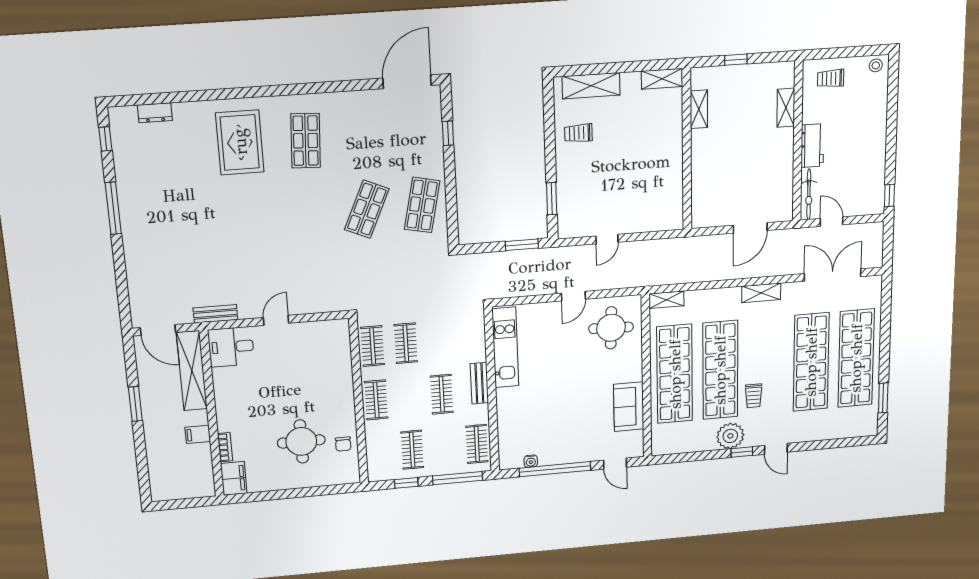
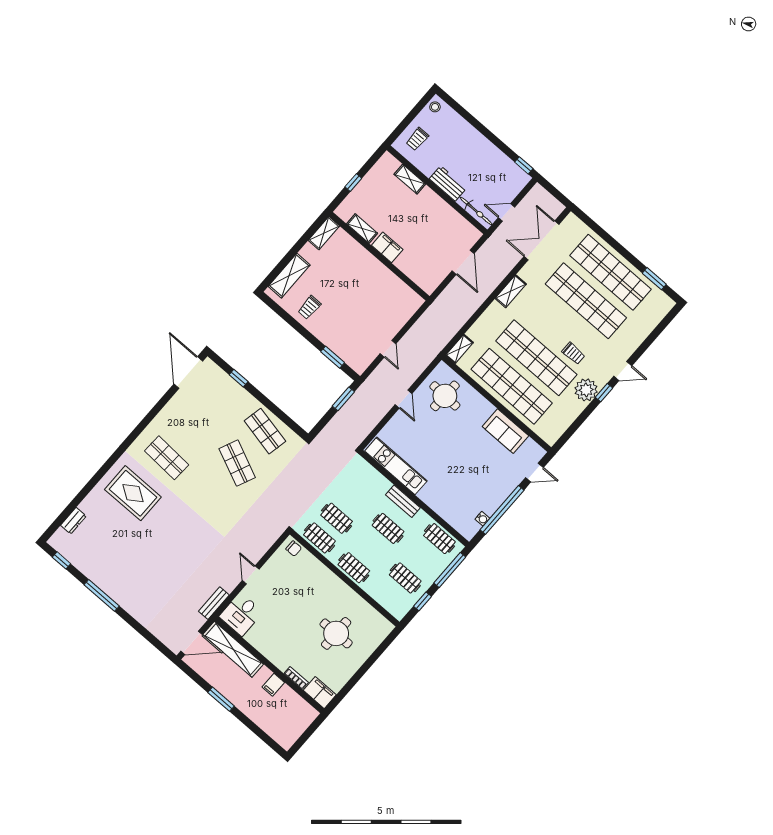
filing cabinet: (702, 149) -> (387, 247), added
chair: (343, 444) -> (294, 549), moved

